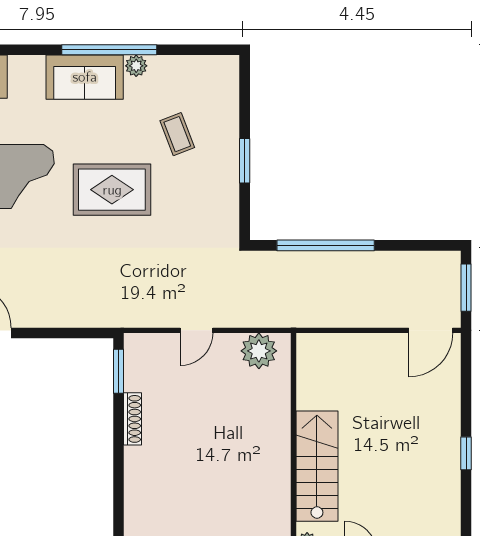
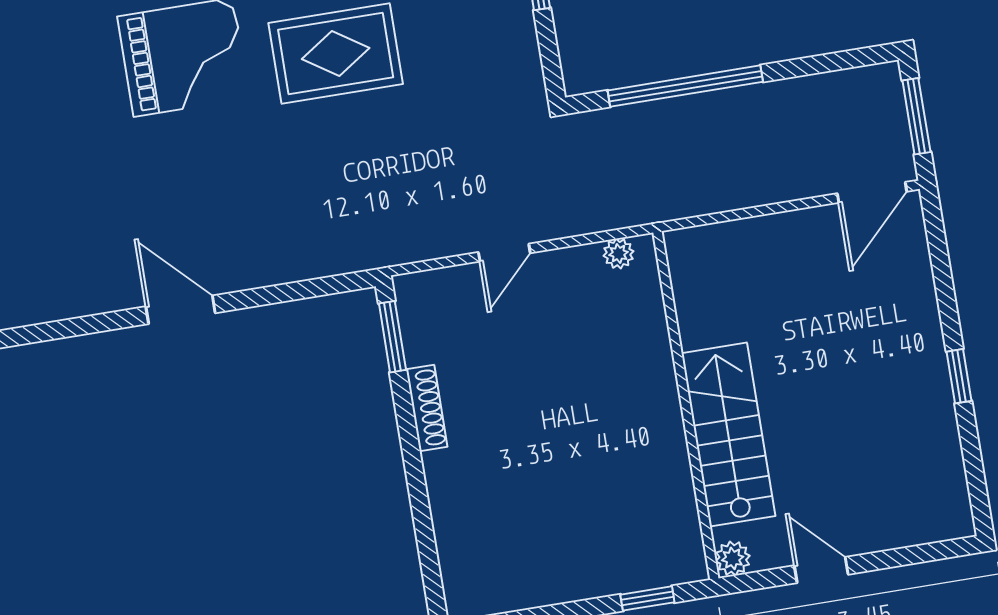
plant: (259, 351) -> (618, 254), width x0.53, depth x0.53

